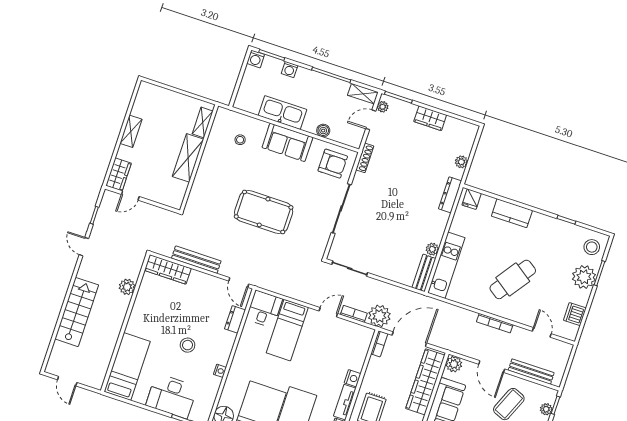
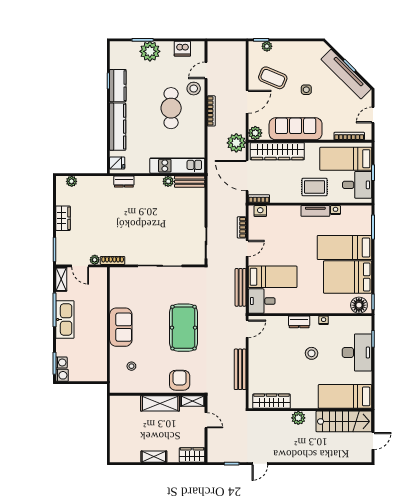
washing machine: (290, 70) -> (61, 363), moved
plant: (383, 107) -> (95, 260), moved
kitchen sink: (282, 113) -> (65, 320), moved, turned 180
shelving: (203, 122) -> (193, 401), moved
boiler: (323, 131) -> (102, 301), removed
plant: (461, 162) -> (72, 181), moved
armchair: (333, 164) -> (180, 380), moved
dresser: (450, 195) -> (124, 182), width x0.70
door: (130, 196) -> (206, 420), moved
kitchen counter: (512, 213) -> (118, 127), width x1.50
kitchen counter: (558, 229) -> (118, 86), added
stool: (592, 247) -> (194, 89), moved
wardrobe: (168, 269) -> (272, 401), moved, turned -90
cafe table: (513, 279) -> (171, 108), turned 55
plant: (127, 287) -> (298, 418), moved
stairs: (77, 312) -> (344, 421), moved, turned 180
door: (328, 312) -> (247, 248), swing flipped
plant: (379, 316) -> (236, 143), moved
dresser: (235, 319) -> (299, 322), moved
bench: (531, 372) -> (241, 287), moved
nightstand: (353, 378) -> (260, 211), moved

